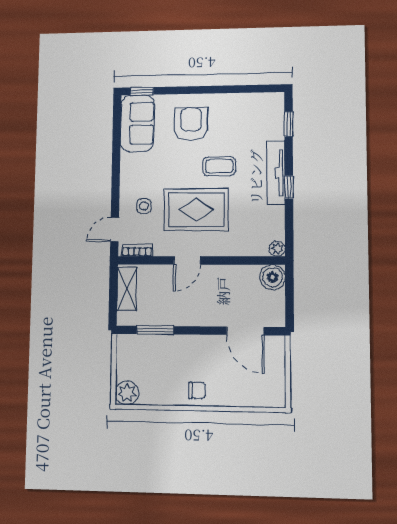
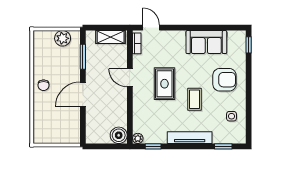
sofa: (137, 123) -> (206, 42), moved
window: (289, 187) -> (153, 146), moved
side table: (144, 206) -> (232, 116), moved
rug: (196, 210) -> (164, 84), width x0.73, depth x0.70
door: (245, 331) -> (83, 94), moved
plant: (127, 393) -> (63, 38), moved

